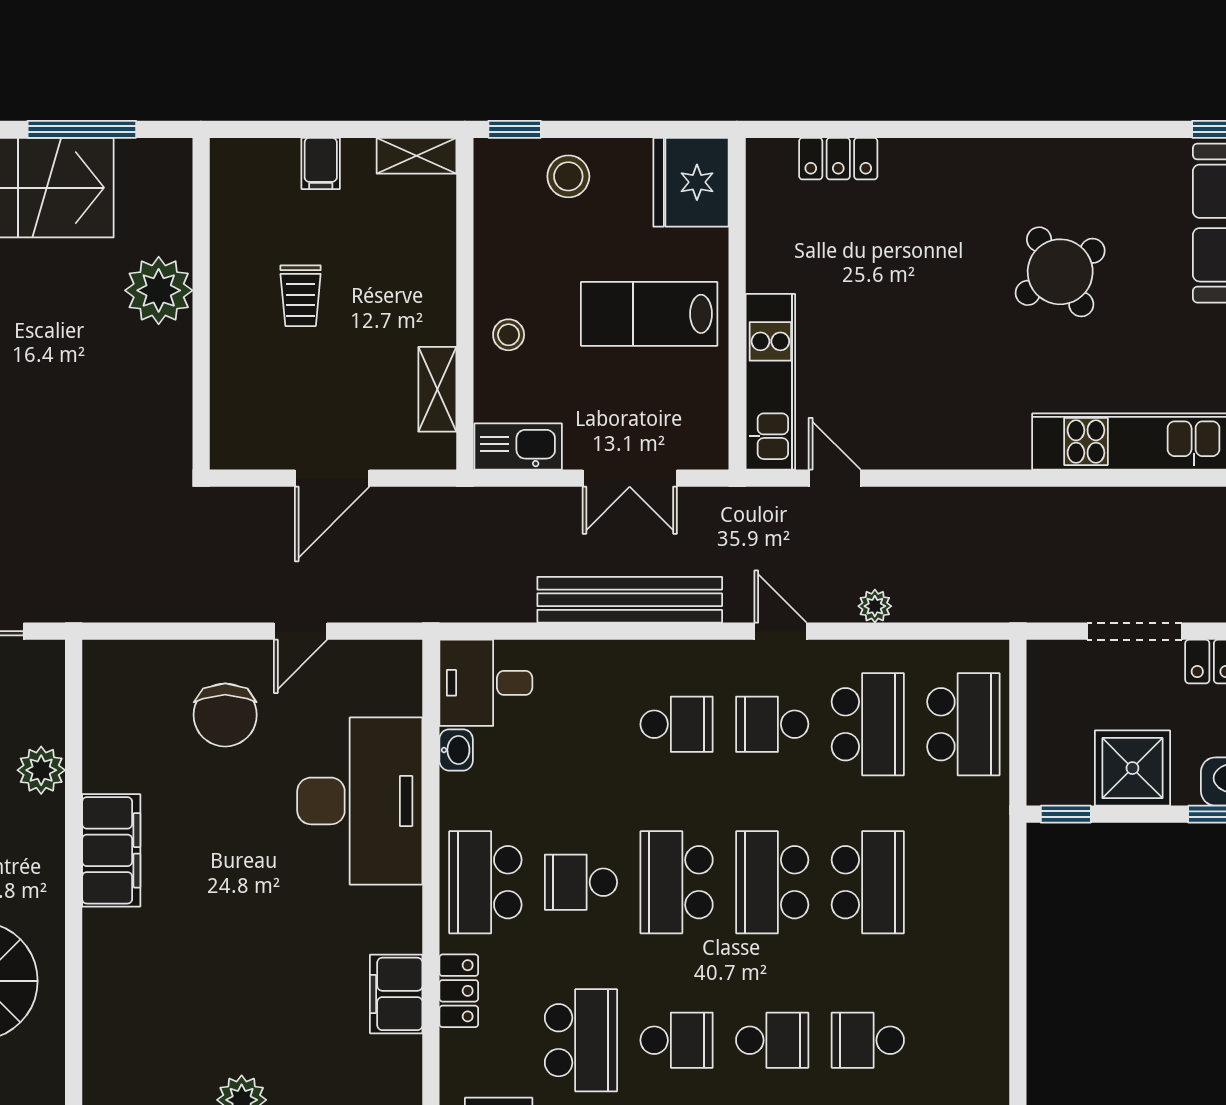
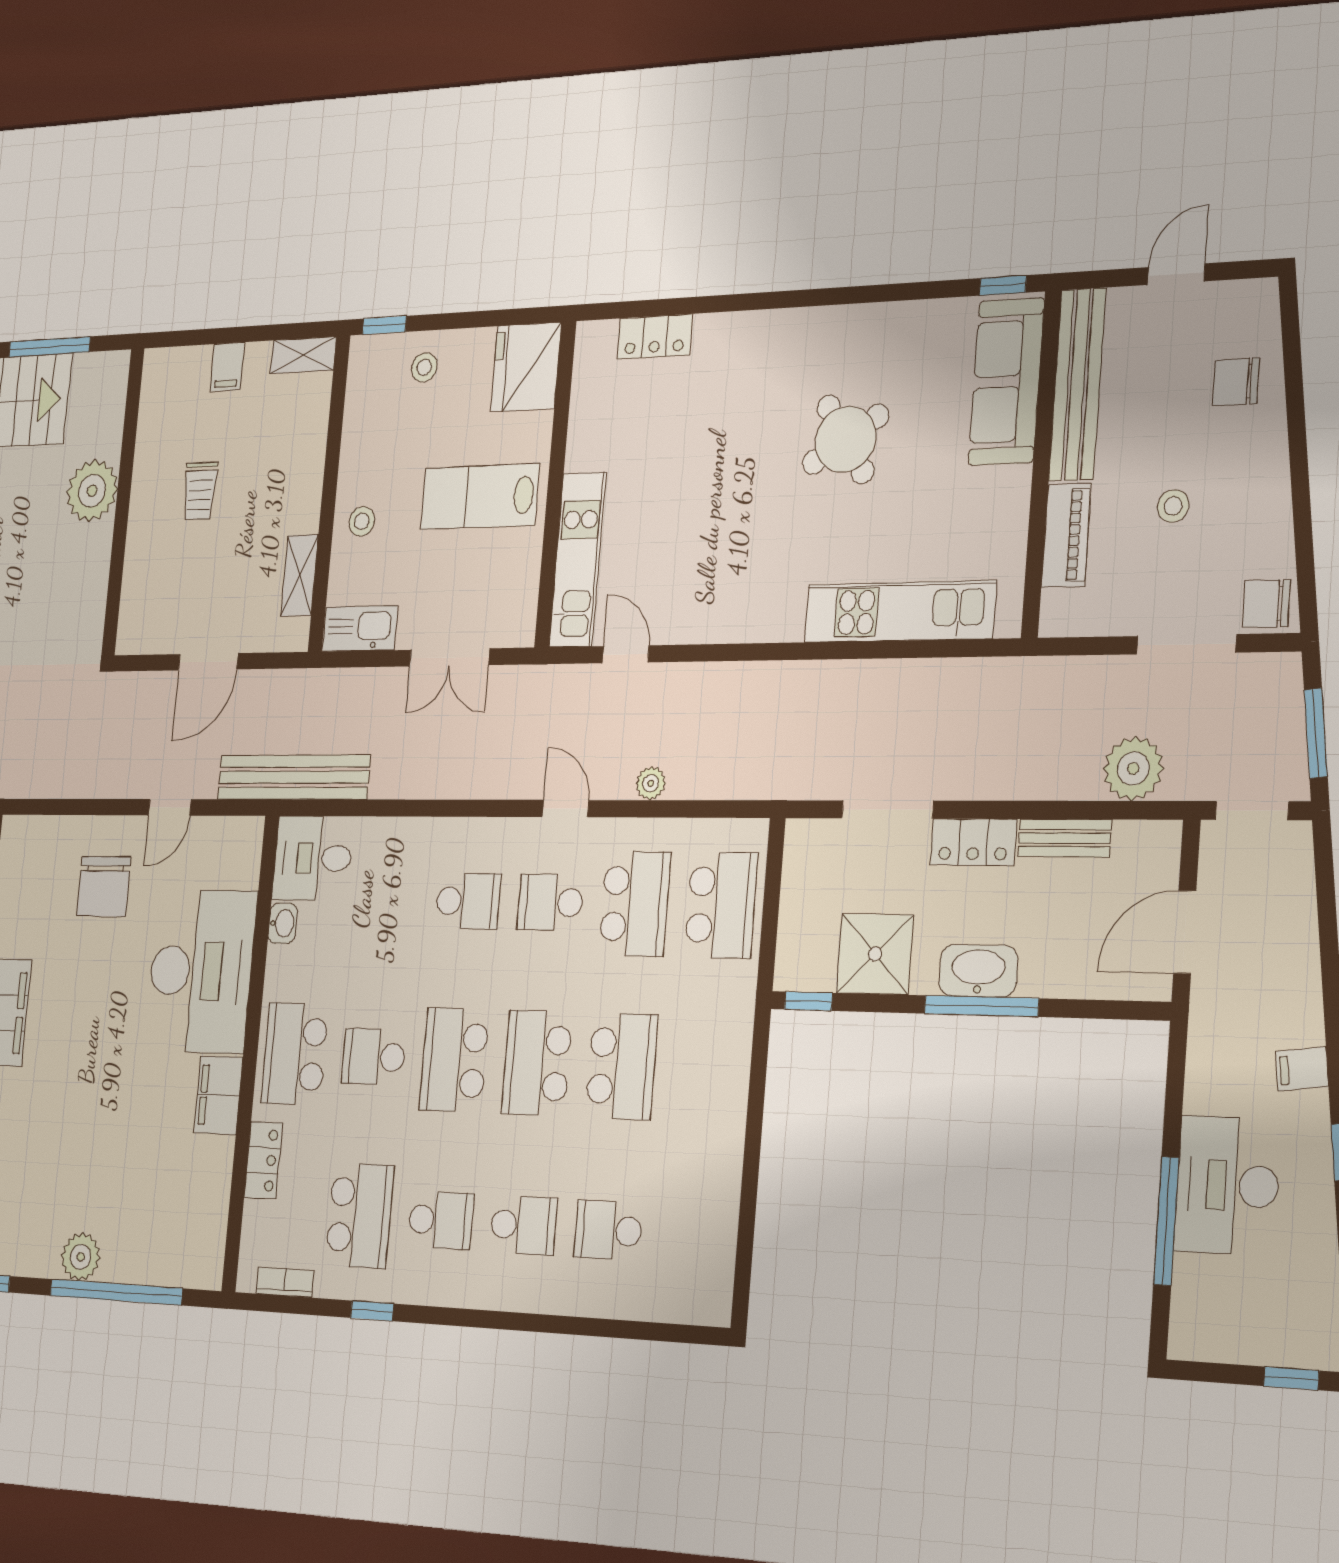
stool: (568, 176) -> (424, 367), width x0.73, depth x0.73
bench: (630, 600) -> (293, 777), moved
filing cabinet: (396, 994) -> (218, 1095), moved

